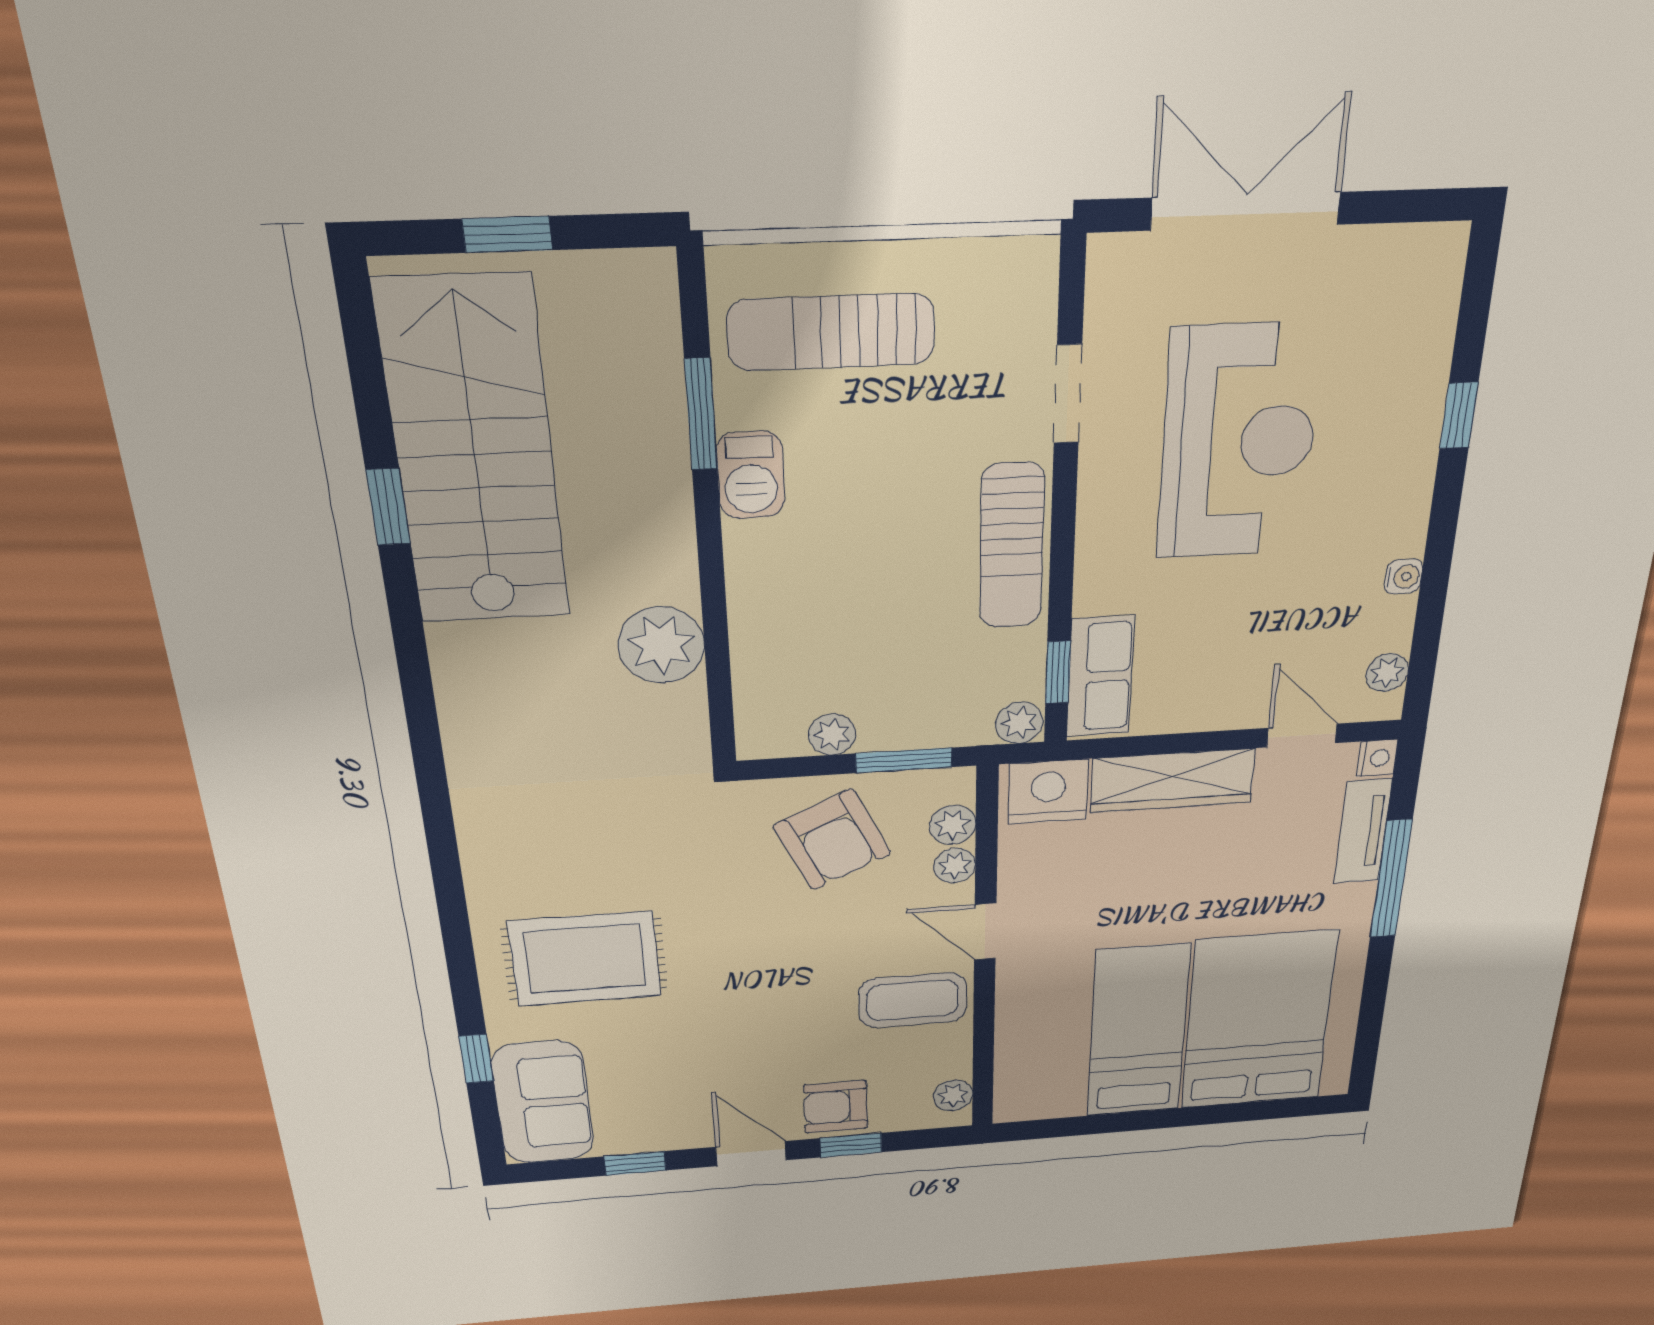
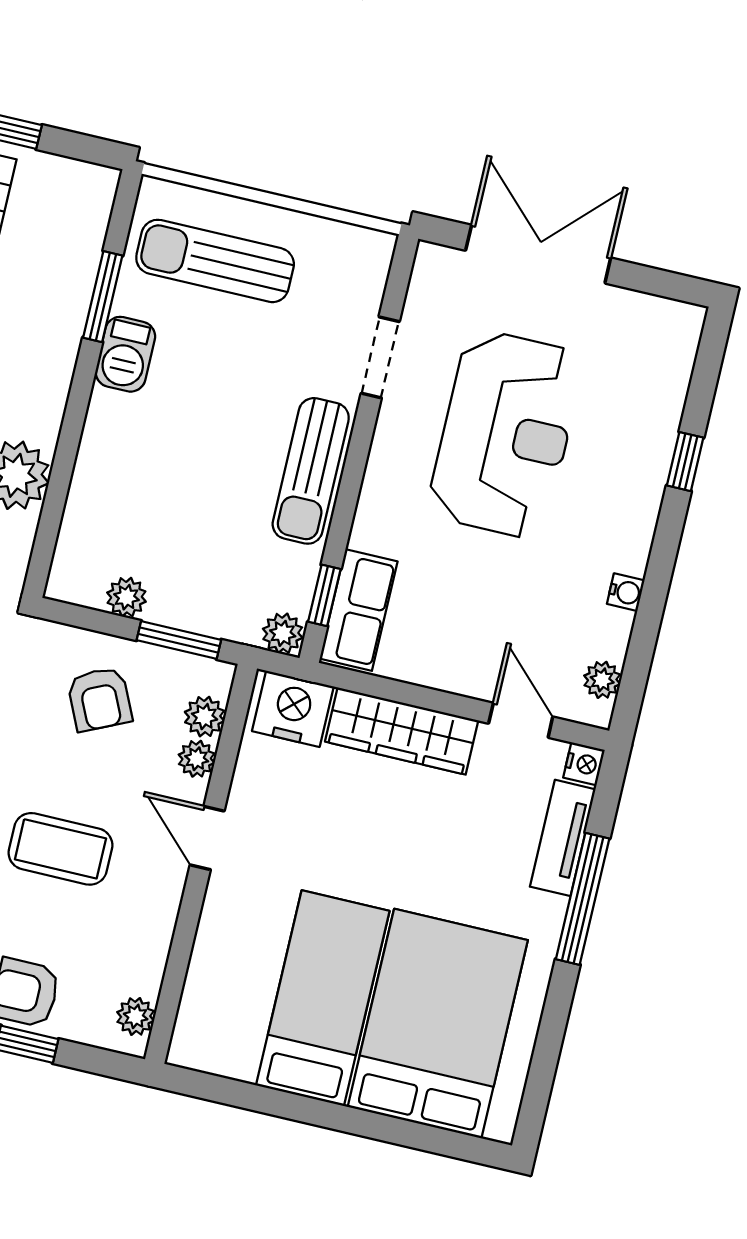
armchair: (832, 840) -> (100, 699), width x0.72, depth x0.72
coffee table: (913, 1000) -> (60, 849), moved

